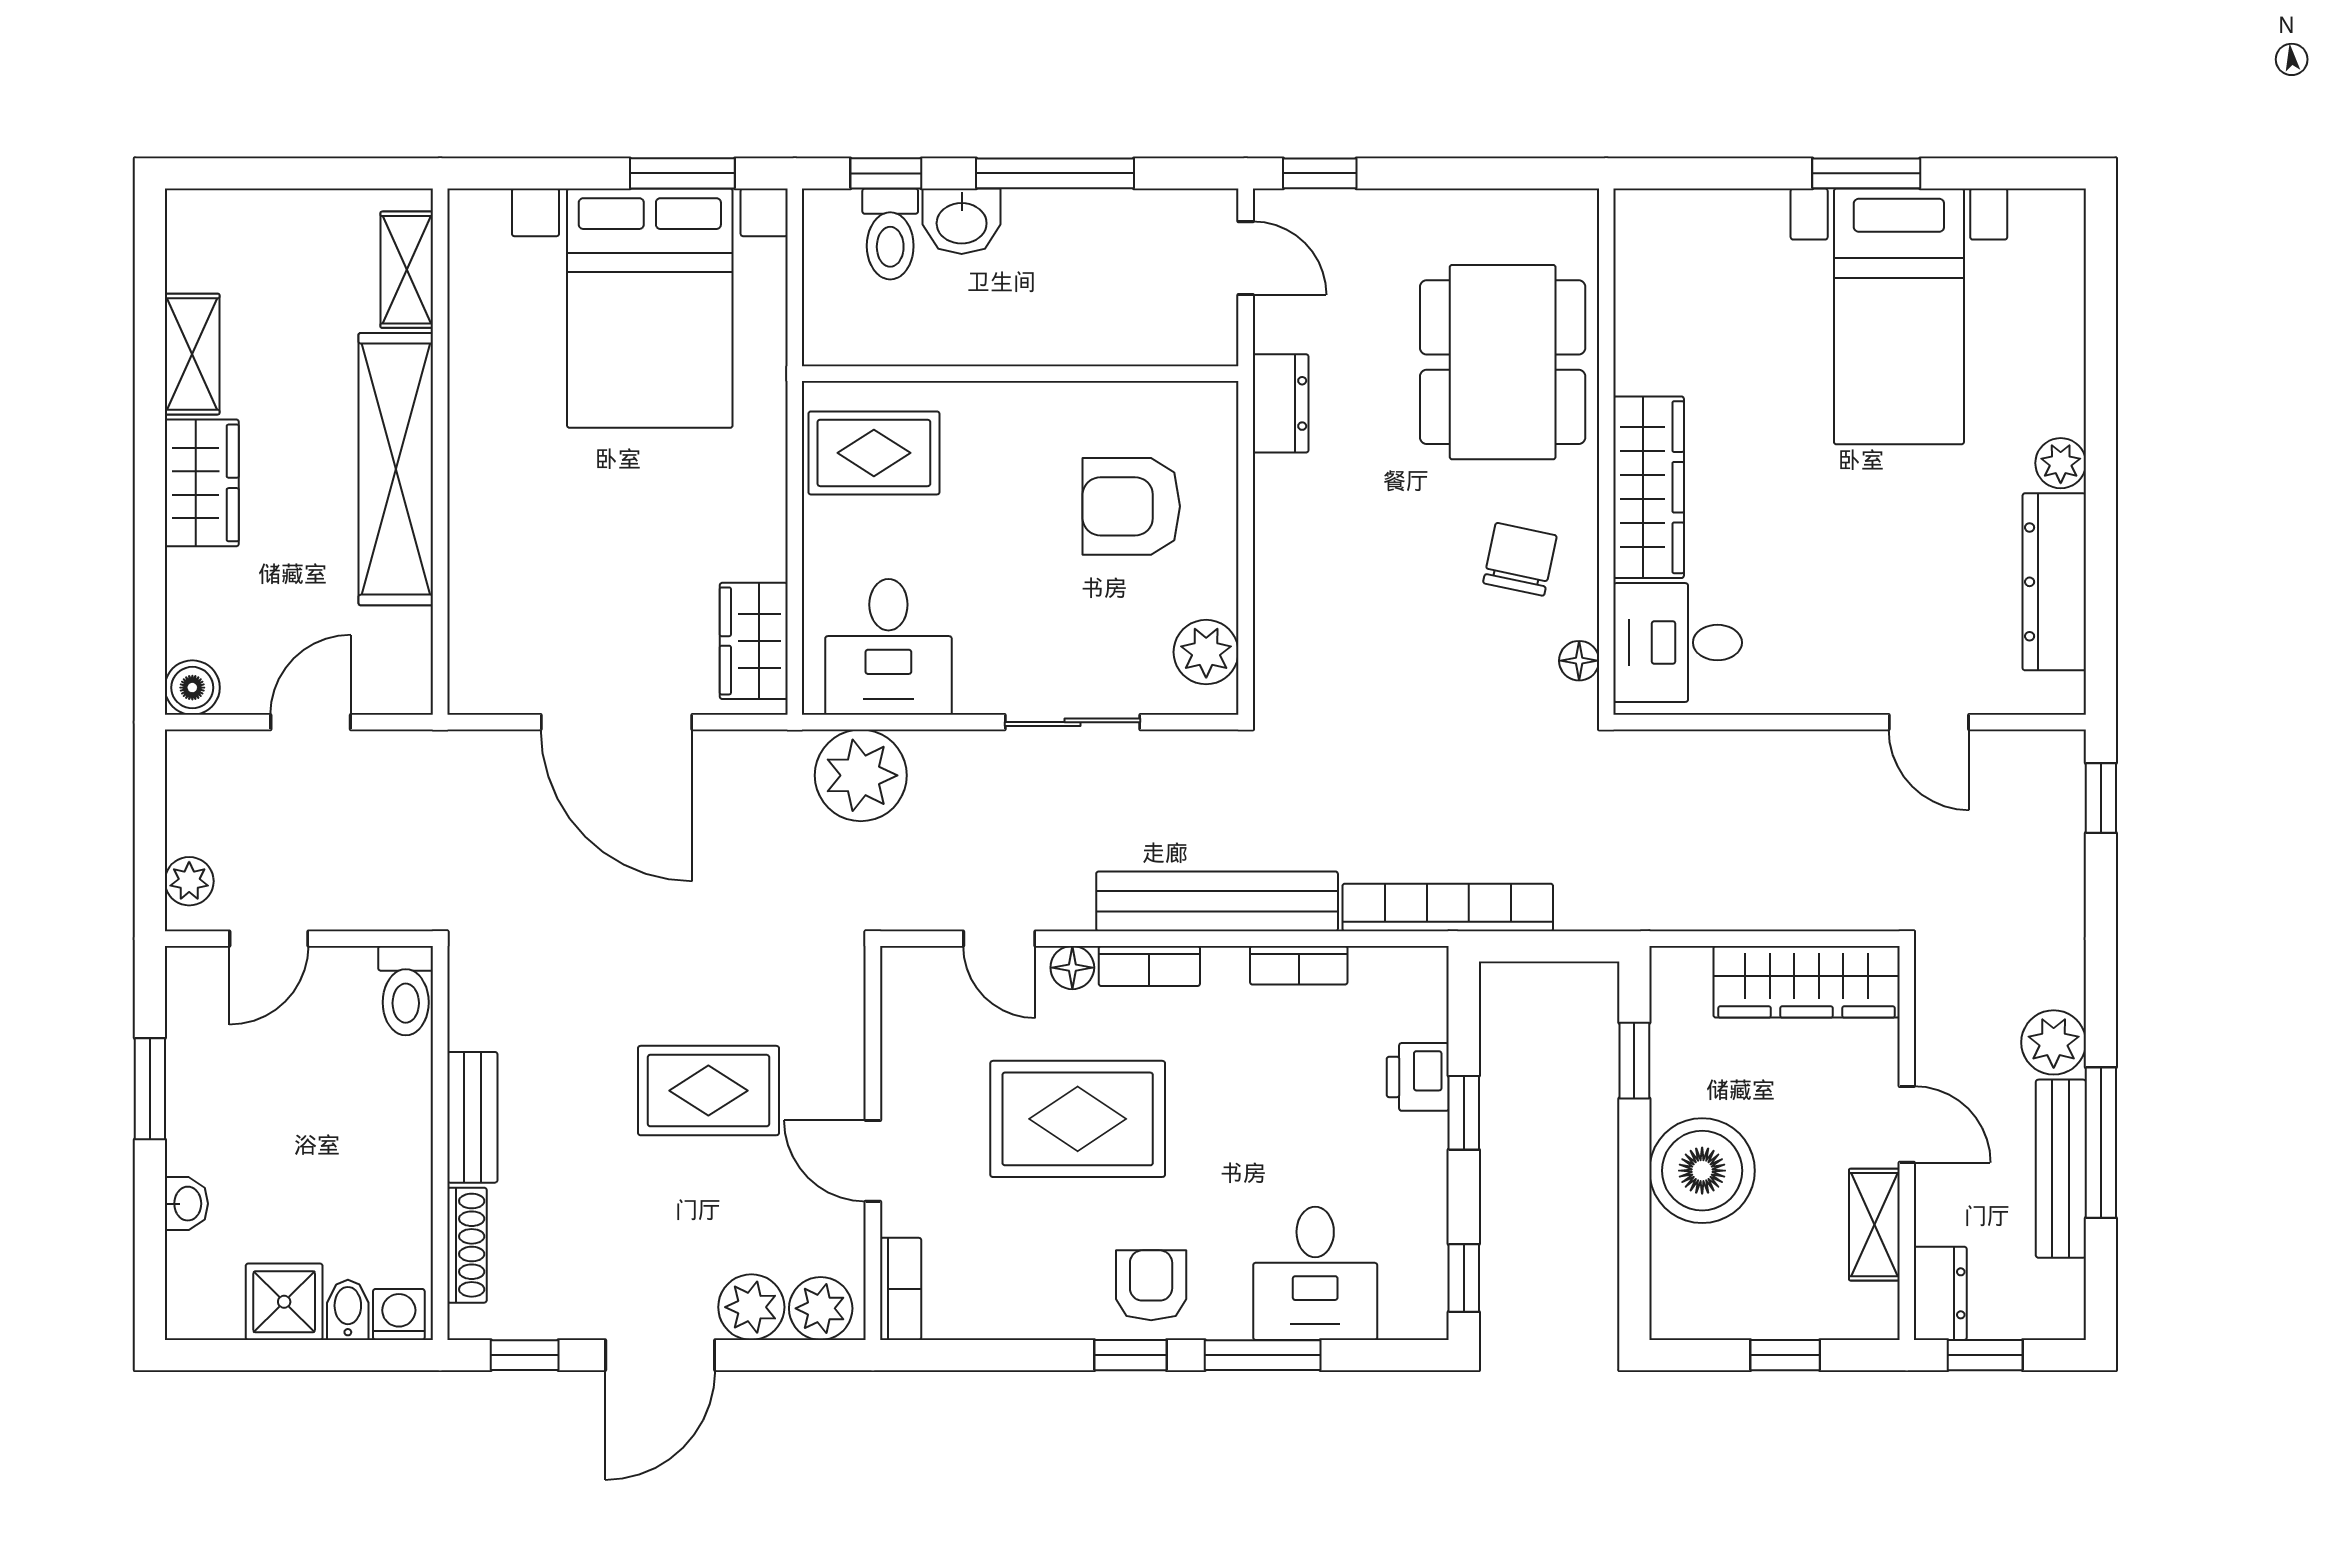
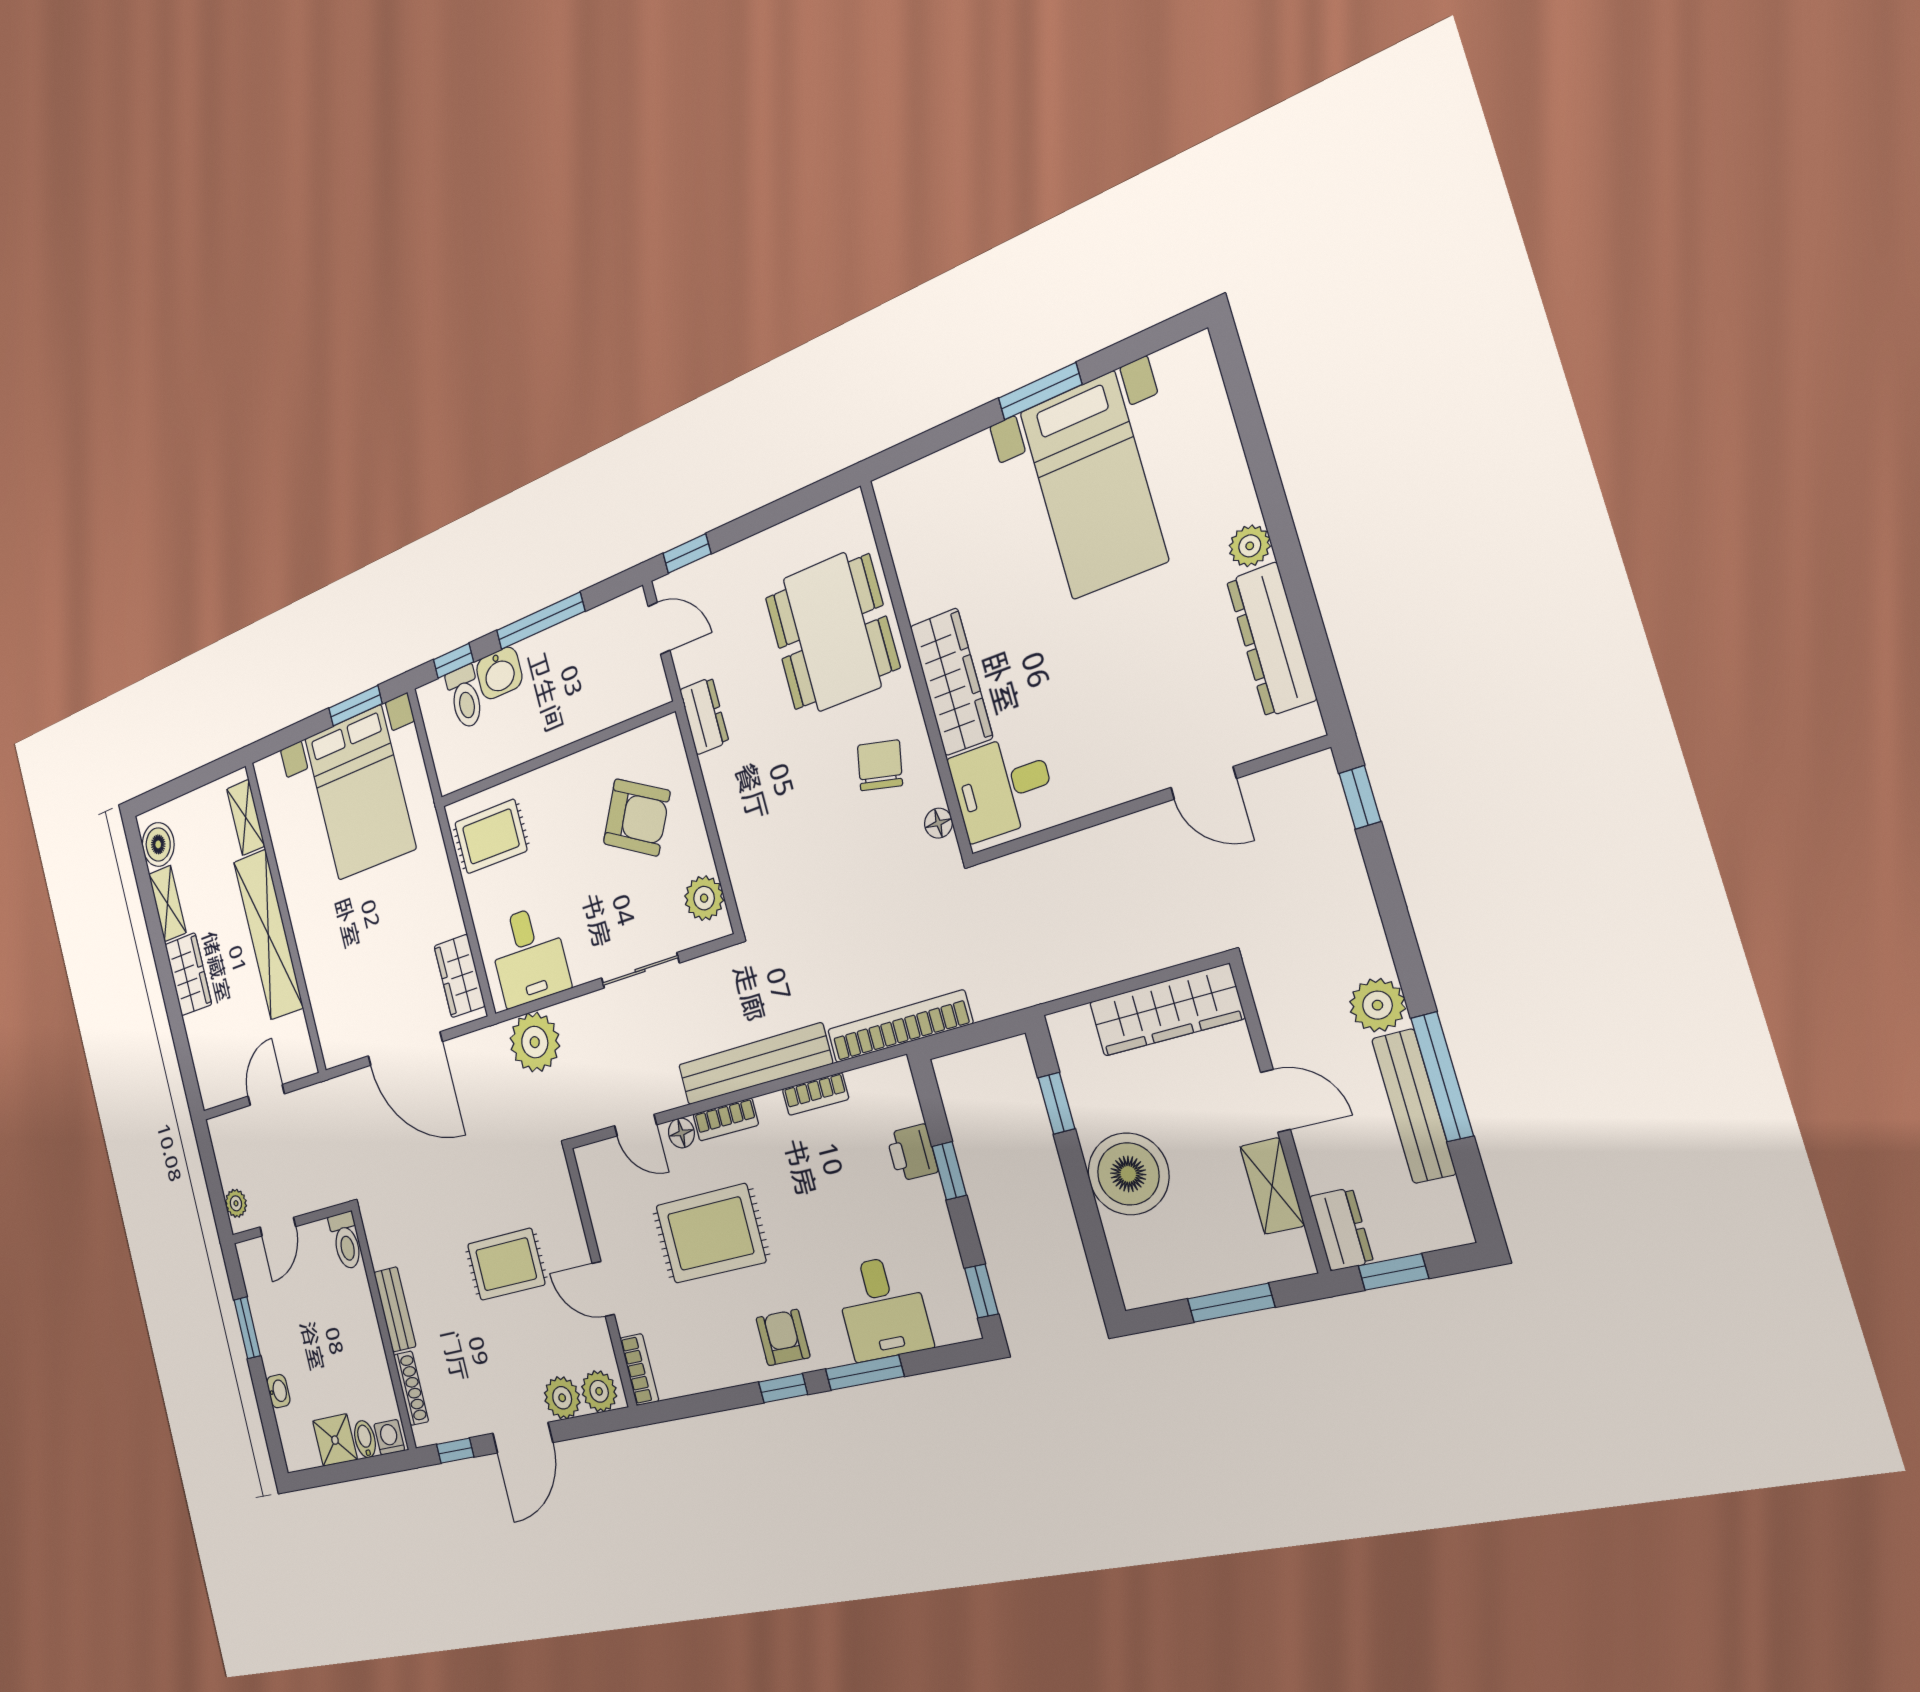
armchair: (1131, 506) -> (637, 817), turned -151
boiler: (192, 688) -> (158, 844), moved, width x1.36, depth x1.36
window: (1785, 1355) -> (1231, 1303), width x1.50

